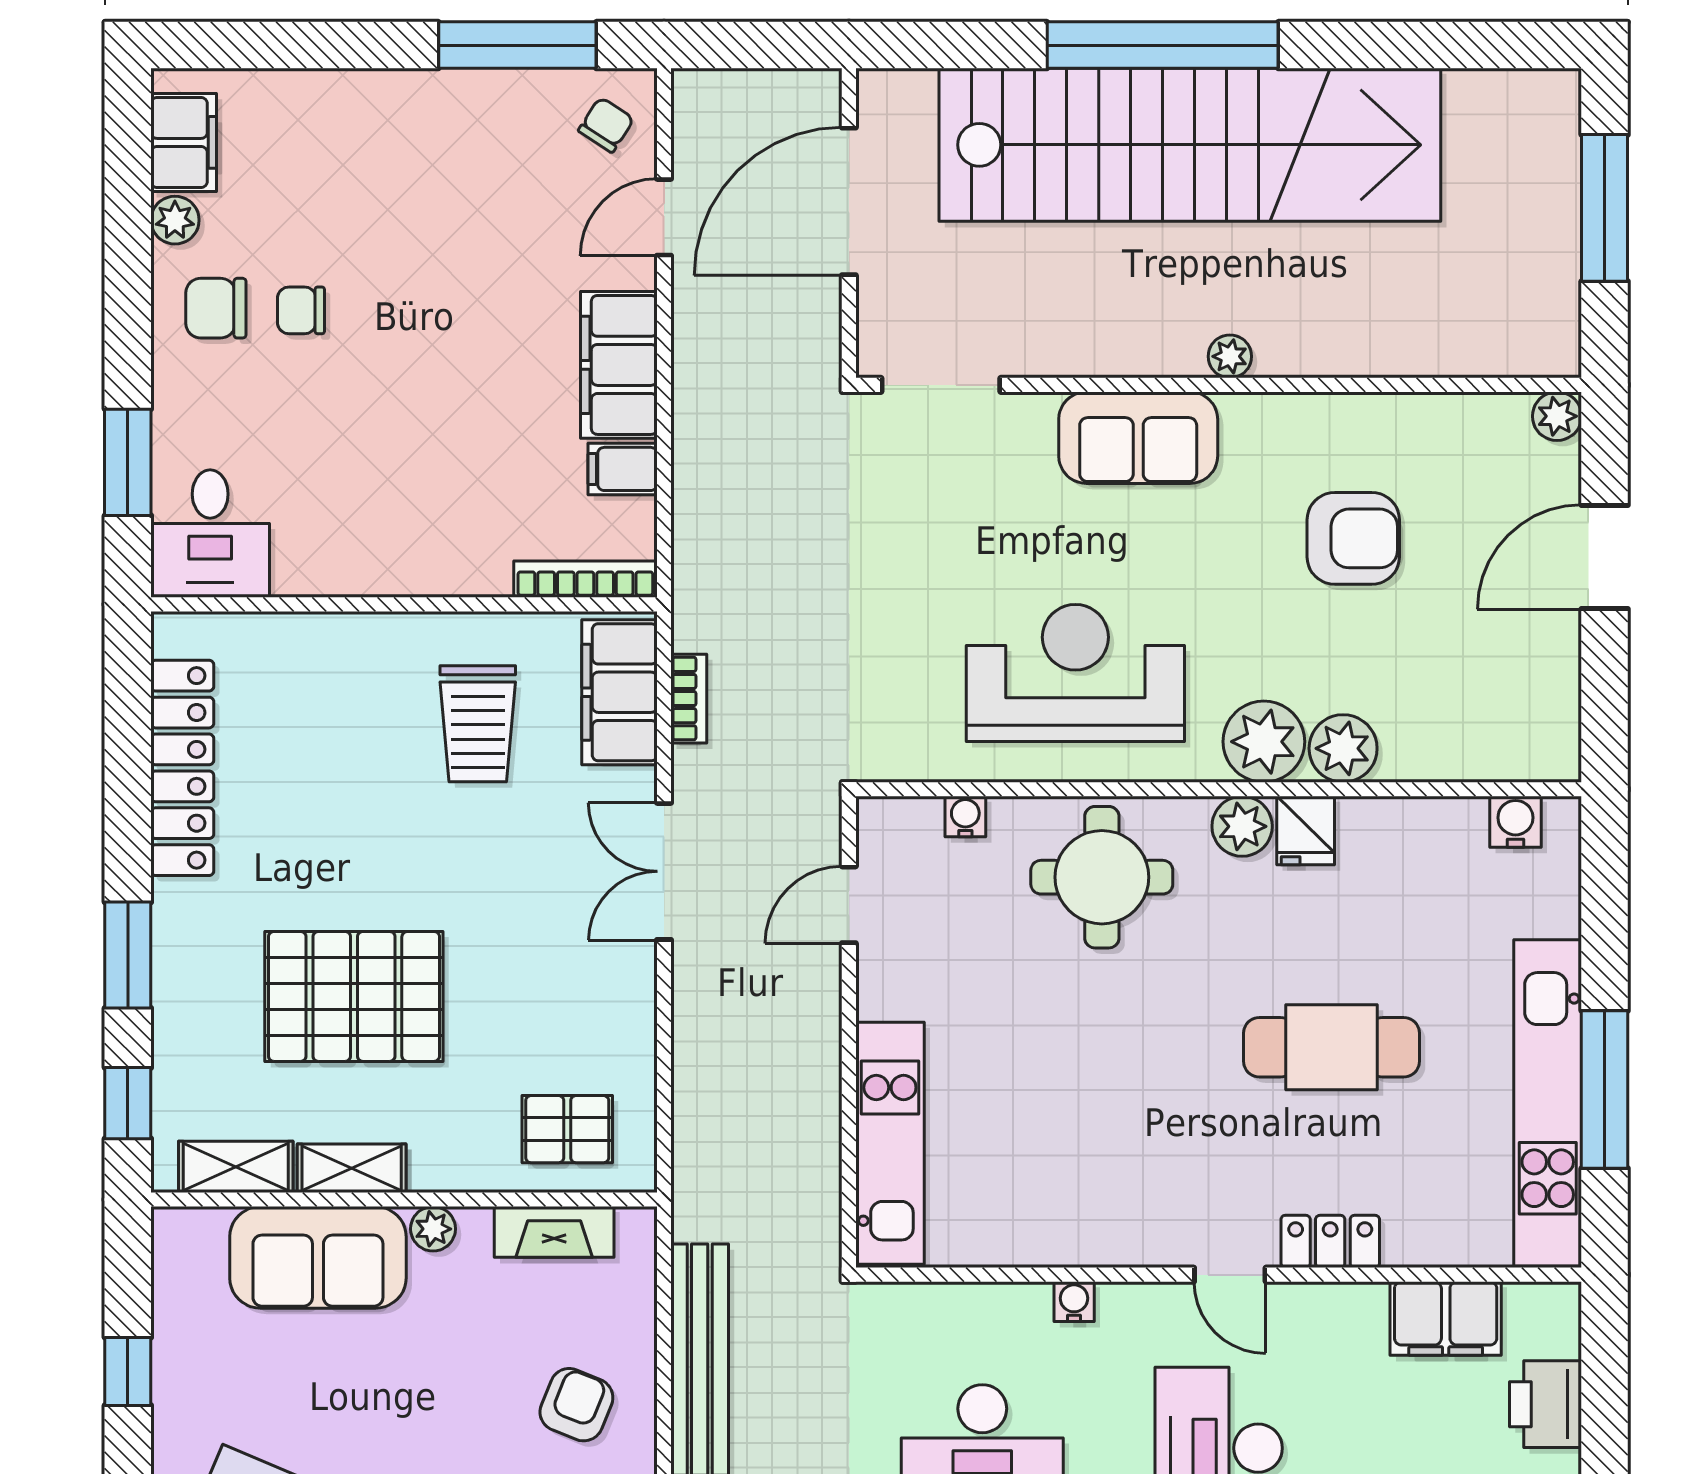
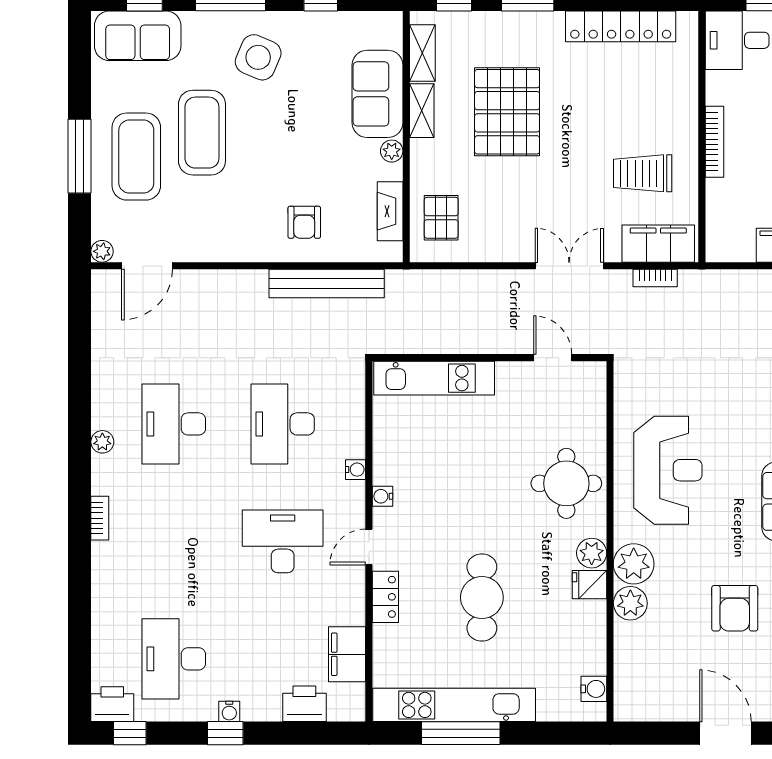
bookcase: (585, 579) -> (714, 142), moved
water cooler: (965, 817) -> (382, 496), moved, turned 180
armchair: (576, 1405) -> (304, 222), turned 68

